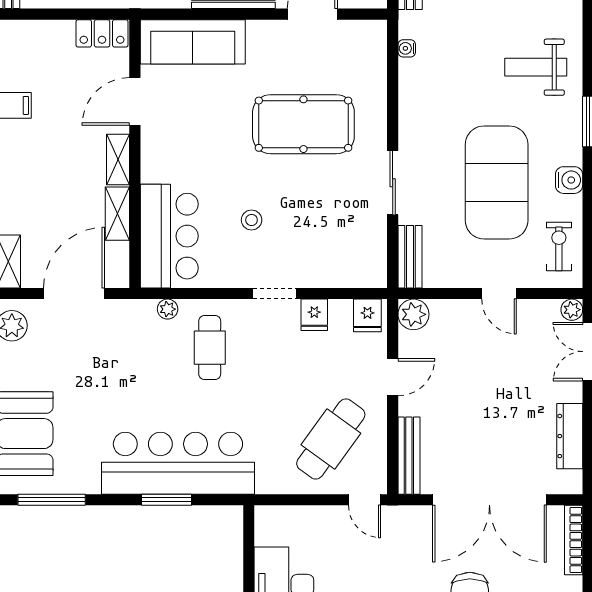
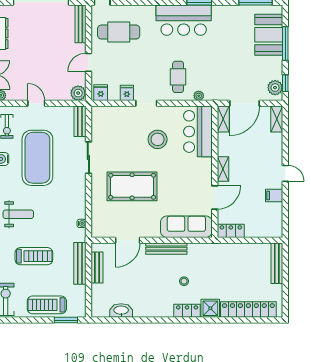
shelving: (117, 214) -> (223, 119), moved
stool: (252, 220) -> (158, 139), width x1.89, depth x1.89
cafe table: (331, 439) -> (119, 32), turned 54
bar counter: (178, 463) -> (184, 20), width x0.73

